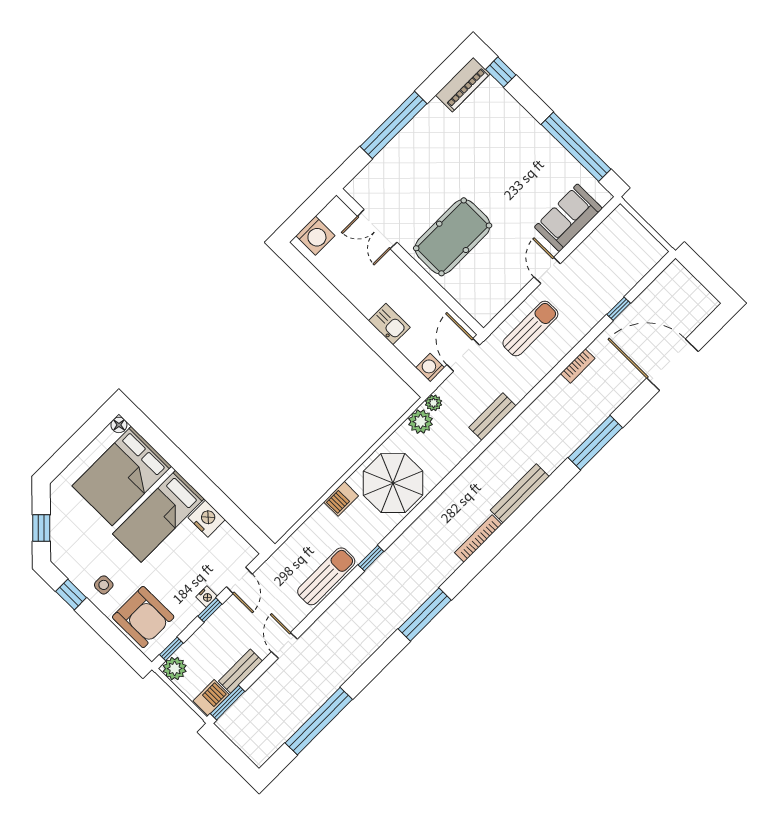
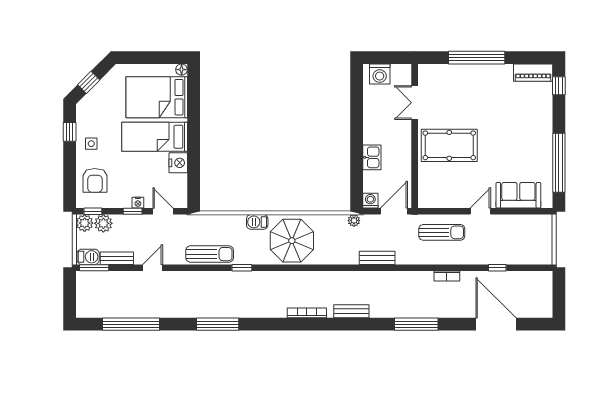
plant: (421, 422) -> (103, 223), moved
bench: (520, 493) -> (351, 311), width x0.73
door: (239, 580) -> (163, 211), swing flipped
window: (425, 615) -> (218, 324), moved
armchair: (143, 617) -> (95, 180), width x0.73, depth x0.73

